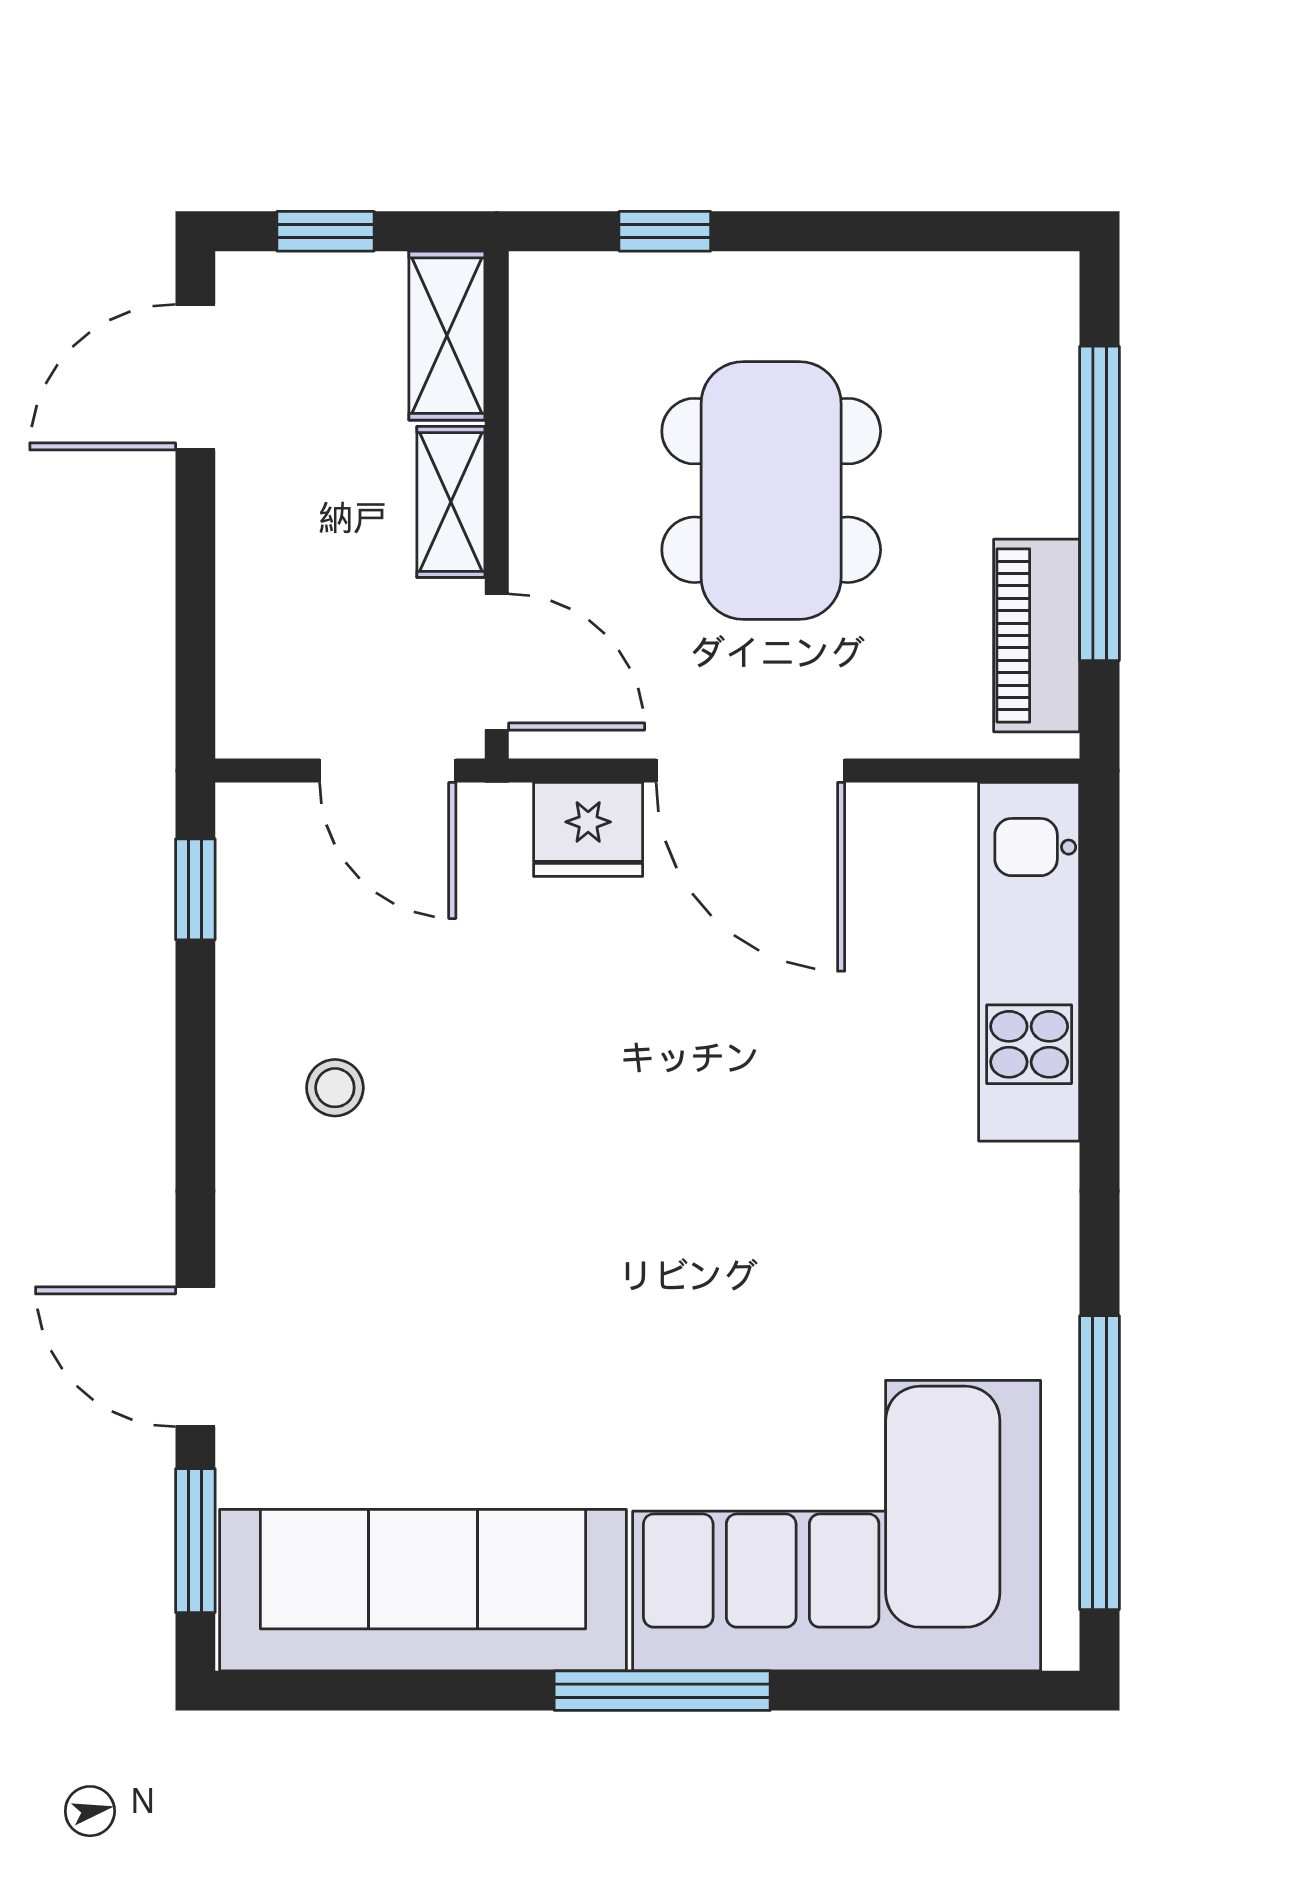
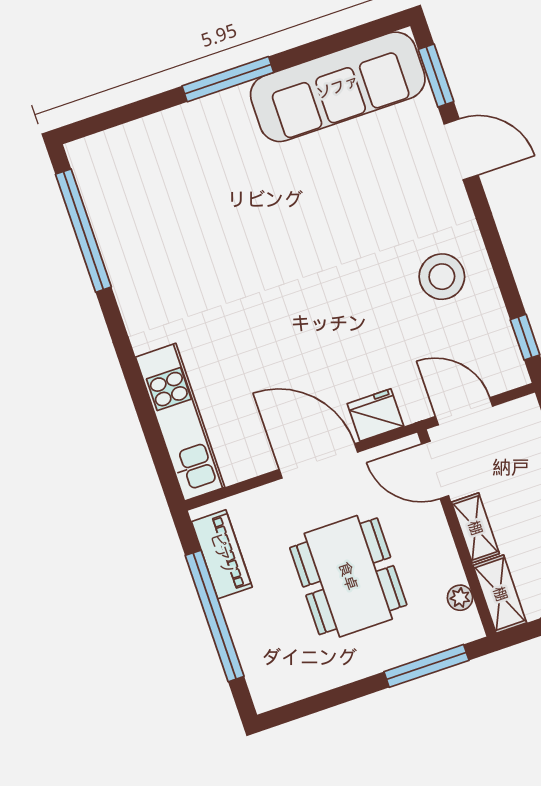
window: (665, 231) -> (426, 666), width x2.17
plant: (538, 358) -> (460, 598), added
stool: (335, 1088) -> (442, 277), width x1.89, depth x1.89
corner sofa: (837, 1526) -> (180, 169), removed

